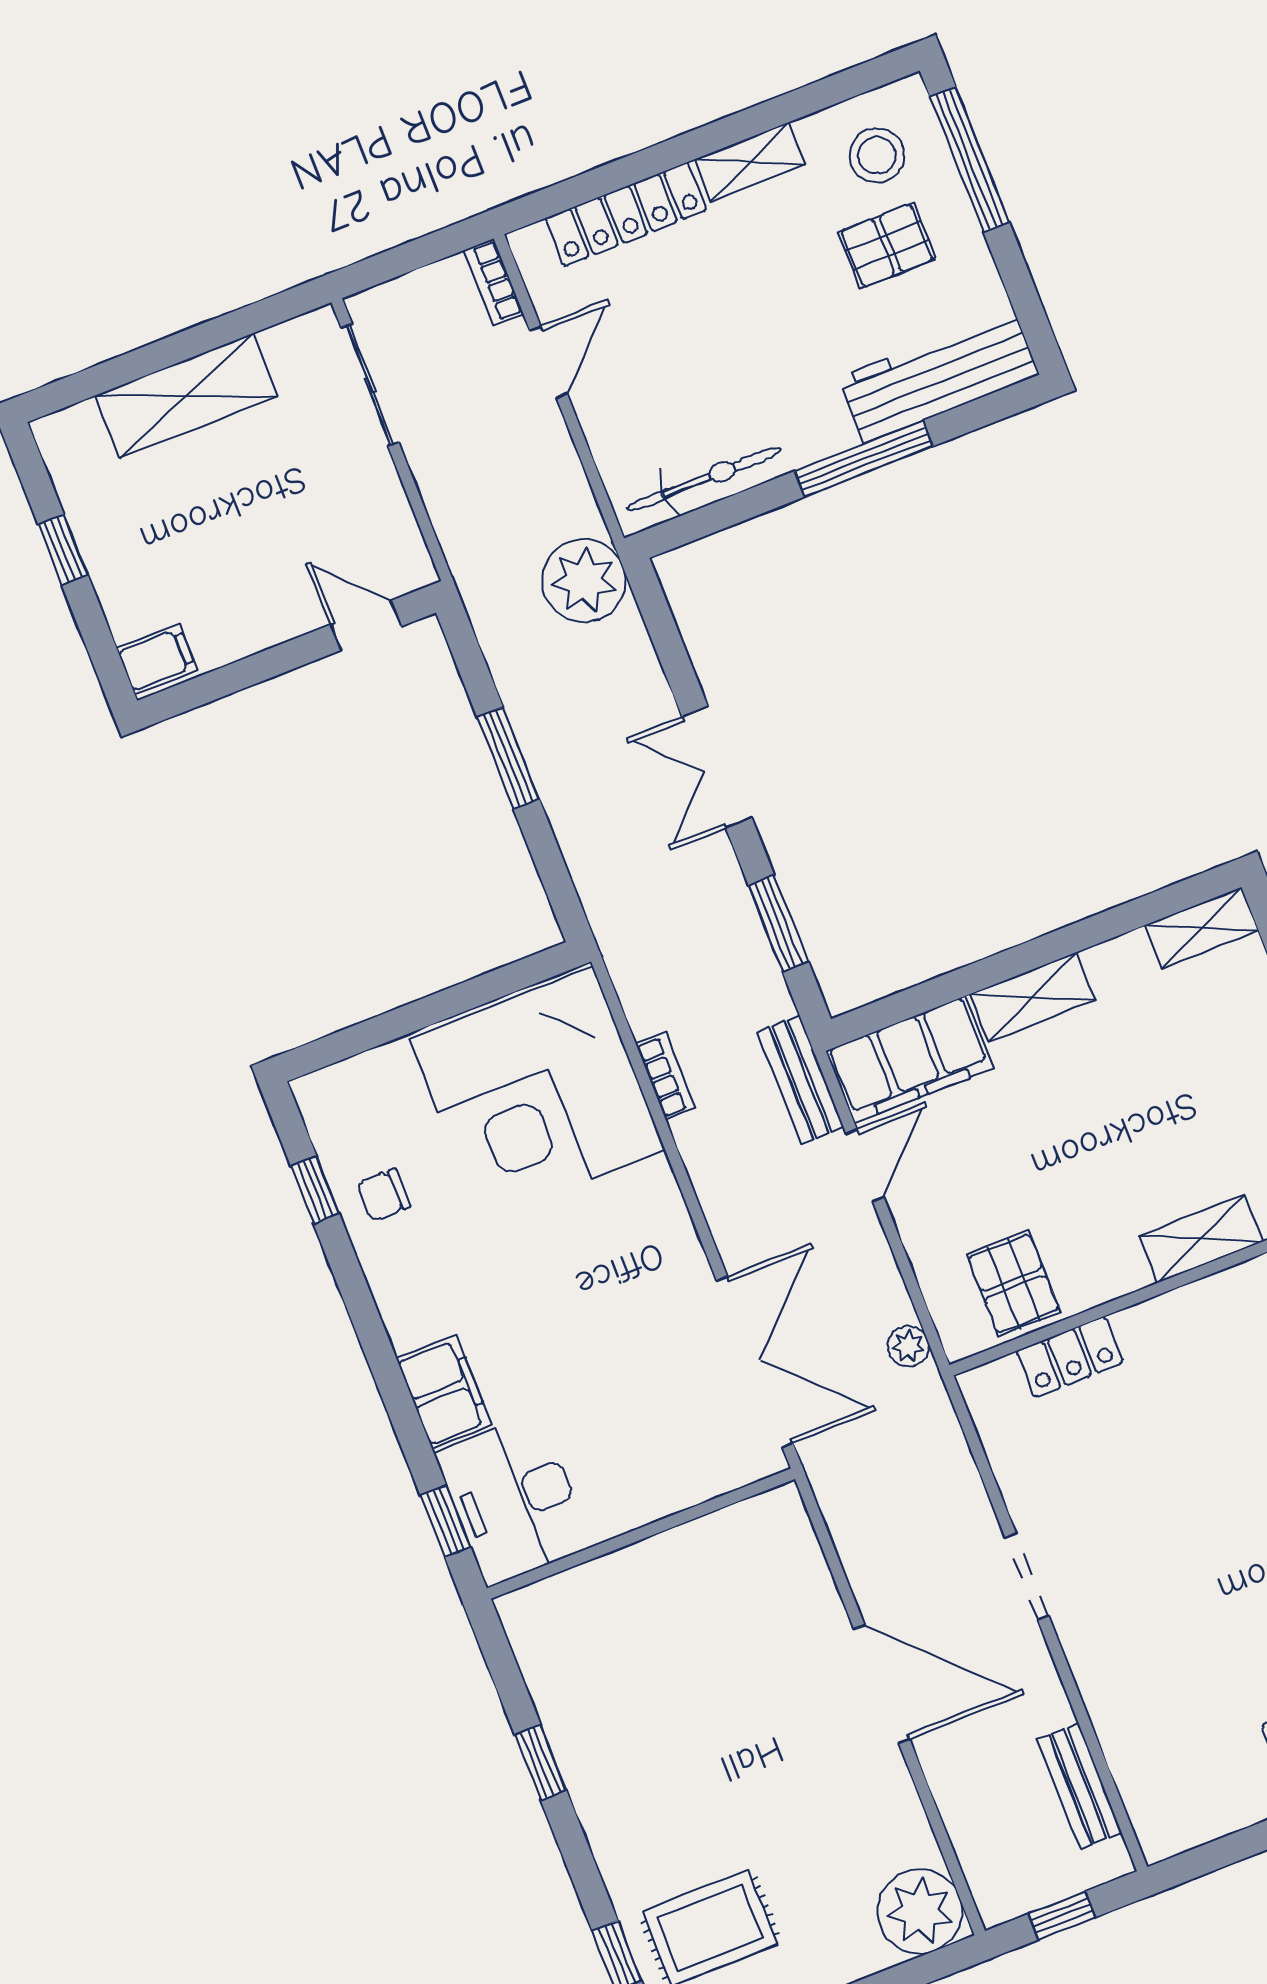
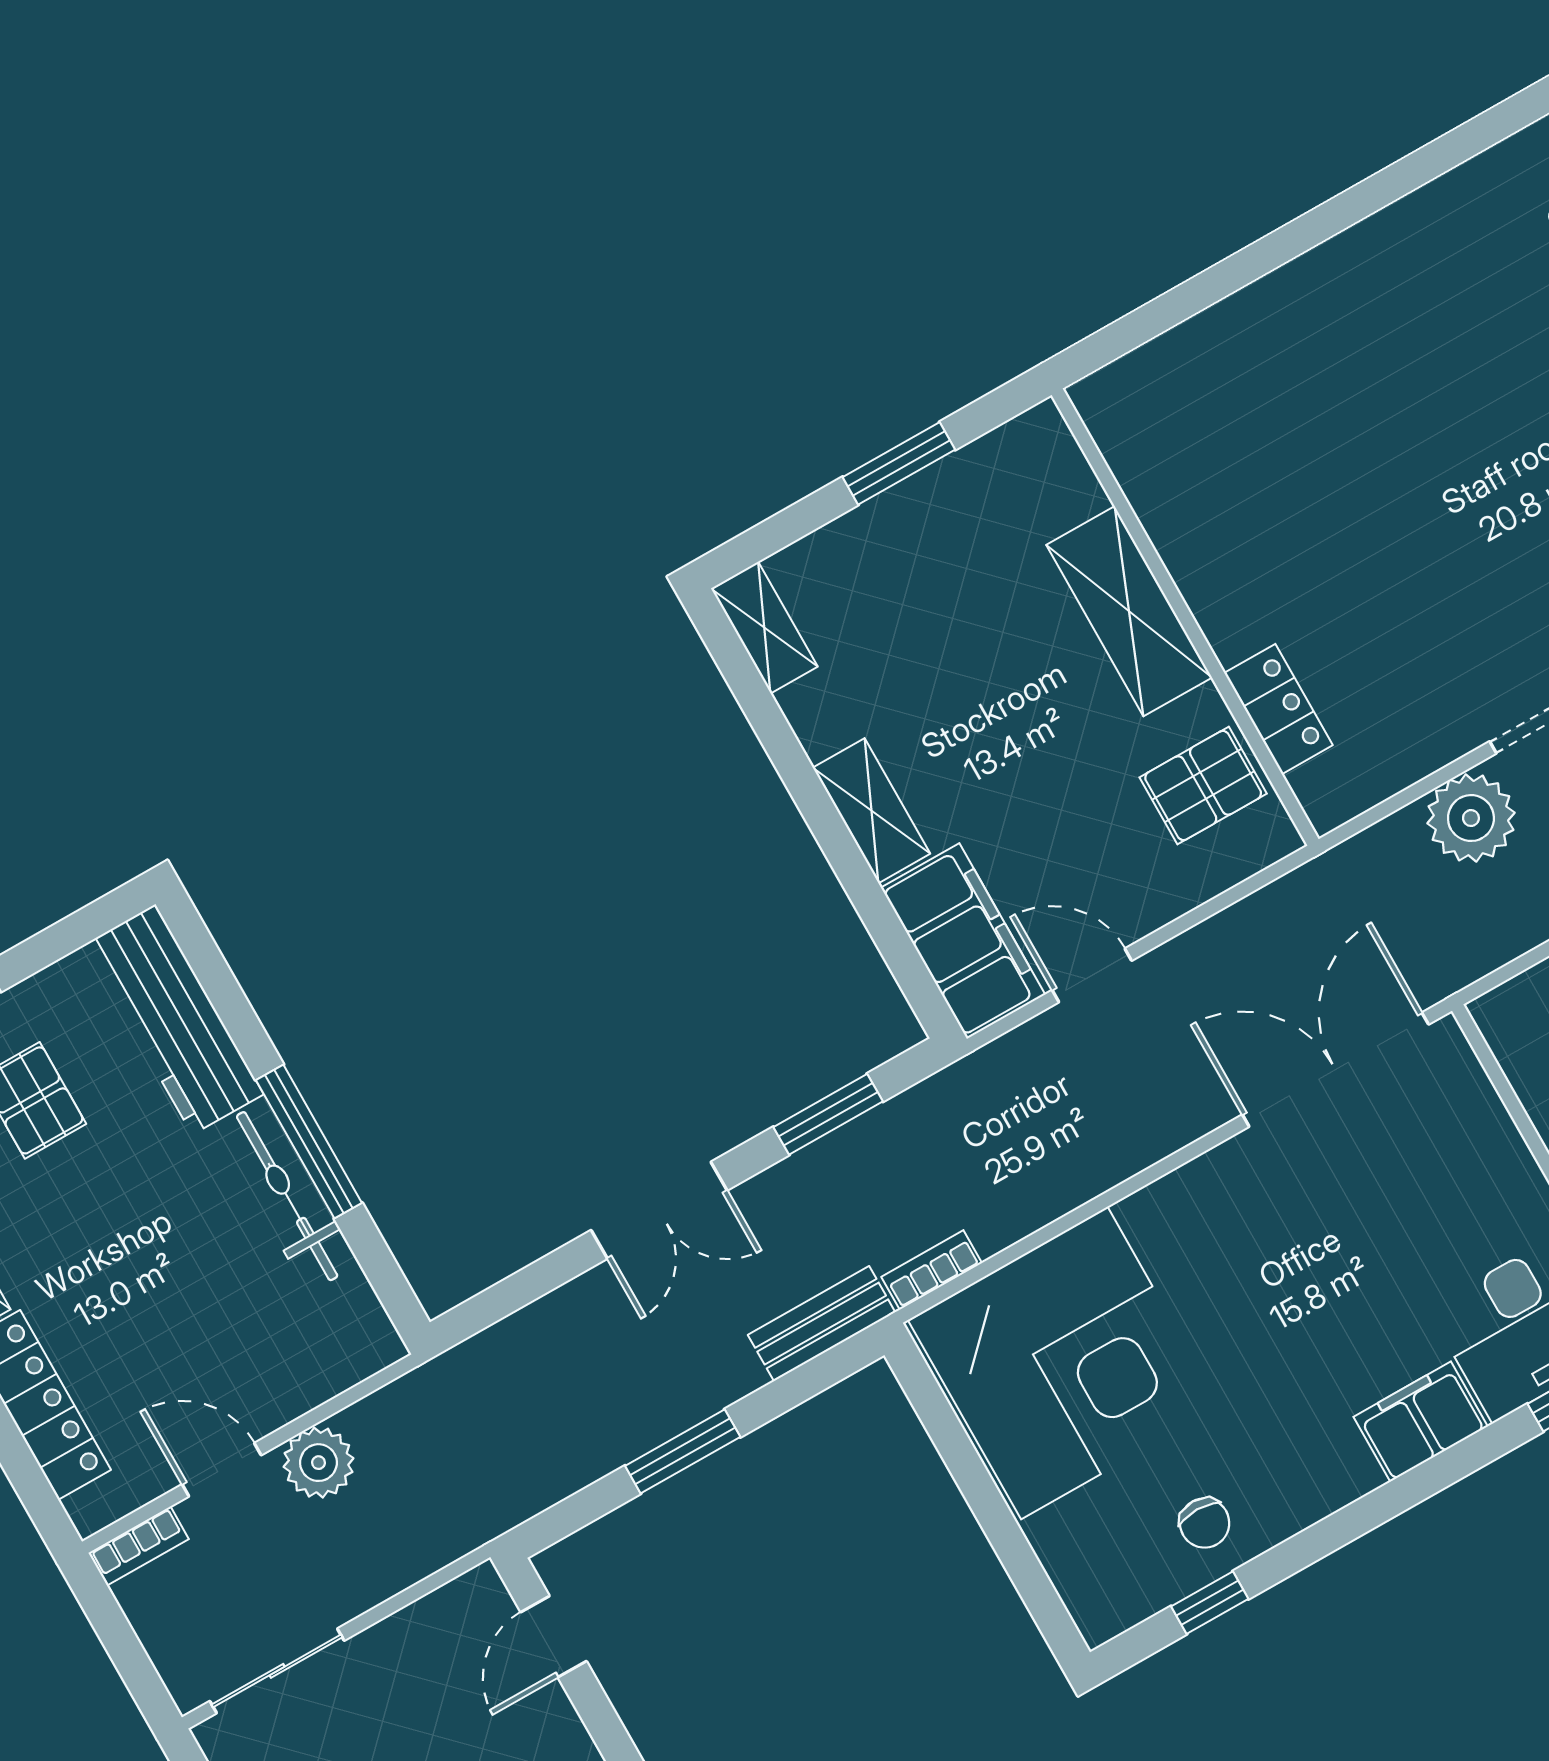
window: (864, 459) -> (309, 1141), moved
bicycle: (704, 479) -> (287, 1196), moved
plant: (584, 581) -> (319, 1463), moved, width x0.73, depth x0.73
bookcase: (666, 1076) -> (932, 1270), moved
bench: (801, 1079) -> (822, 1324), moved
shelving: (1201, 1239) -> (1129, 611), width x1.50, depth x1.33
plant: (908, 1346) -> (1471, 818), moved, width x1.88, depth x1.88

